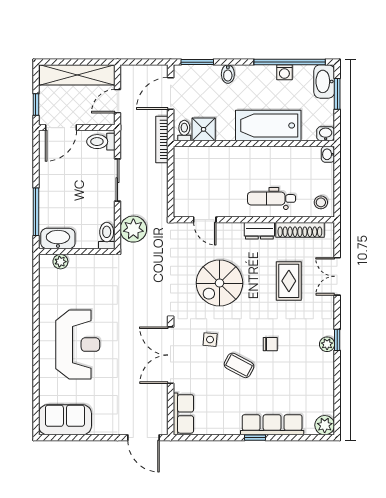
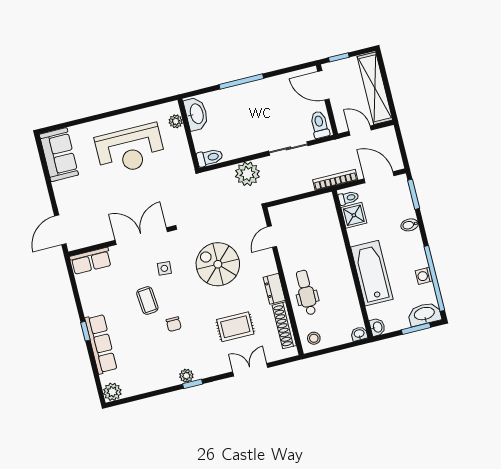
toilet: (107, 236) -> (210, 158), moved
washbasin: (58, 239) -> (196, 114), moved
wall: (77, 252) -> (189, 134), moved
plant: (60, 262) -> (176, 121), moved
coffee table: (239, 365) -> (147, 301), turned -33

